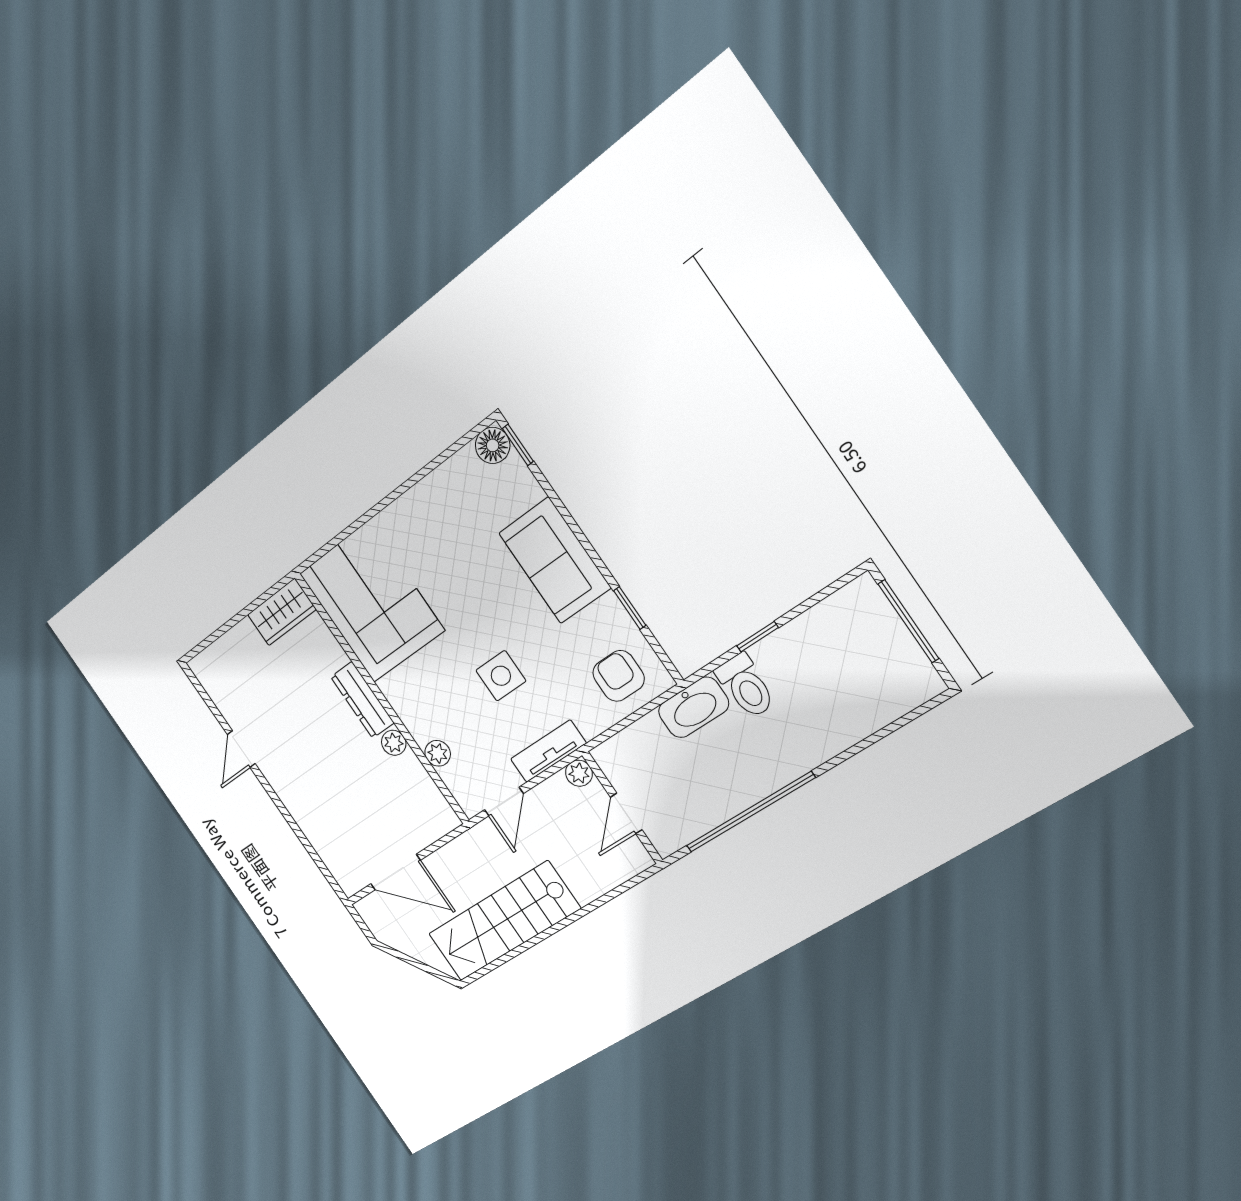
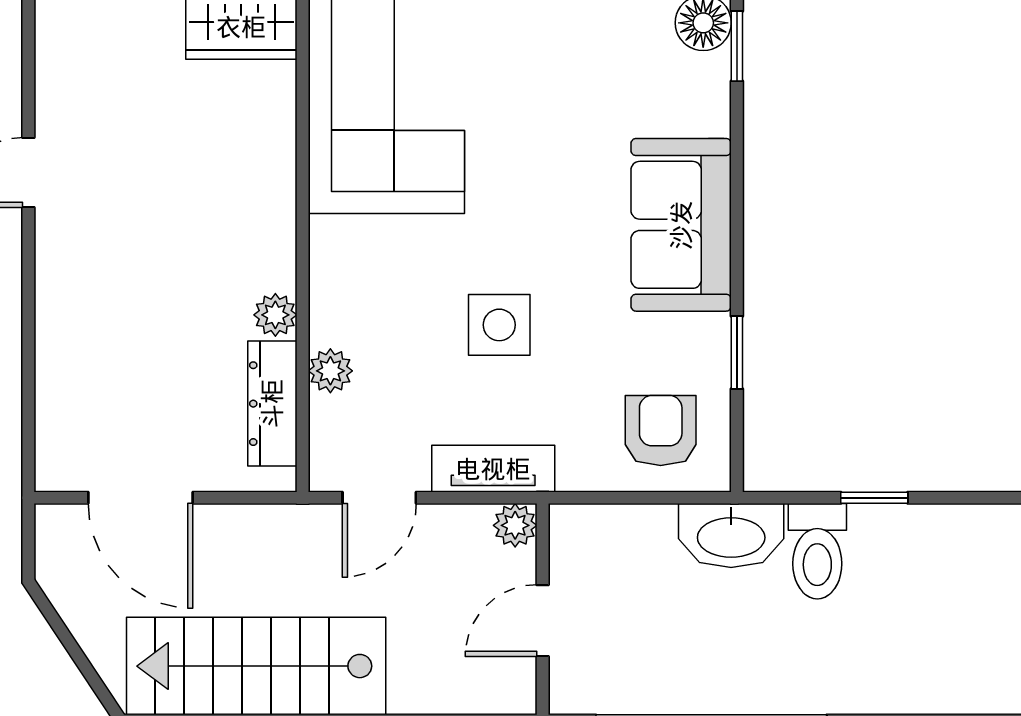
dresser: (362, 700) -> (272, 404), moved

